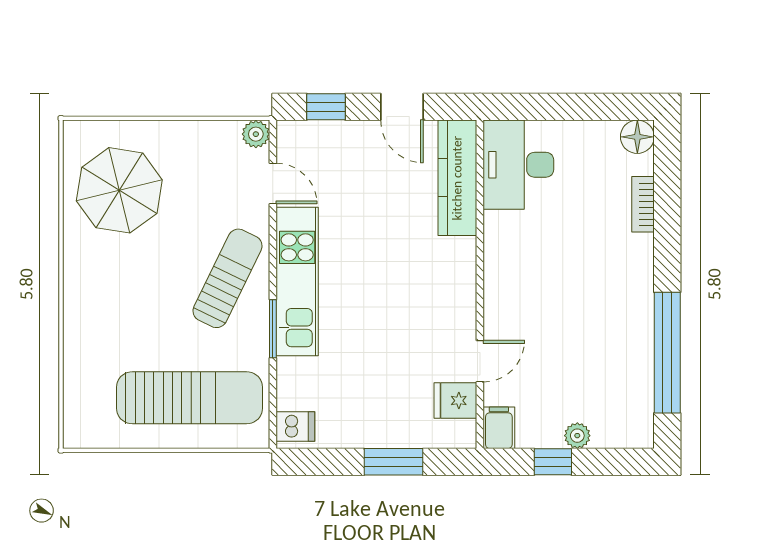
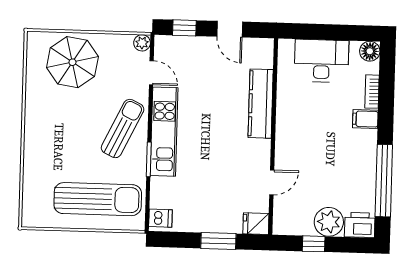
desk: (518, 165) -> (321, 61), moved, turned 90
kitchen counter: (457, 178) -> (261, 104), moved
parasol: (119, 190) -> (72, 62), moved
fridge: (455, 401) -> (256, 224), moved
filing cabinet: (499, 428) -> (365, 119), moved, turned -90
printer: (629, 428) -> (360, 225), added
plant: (577, 436) -> (329, 222), width x1.87, depth x1.87

